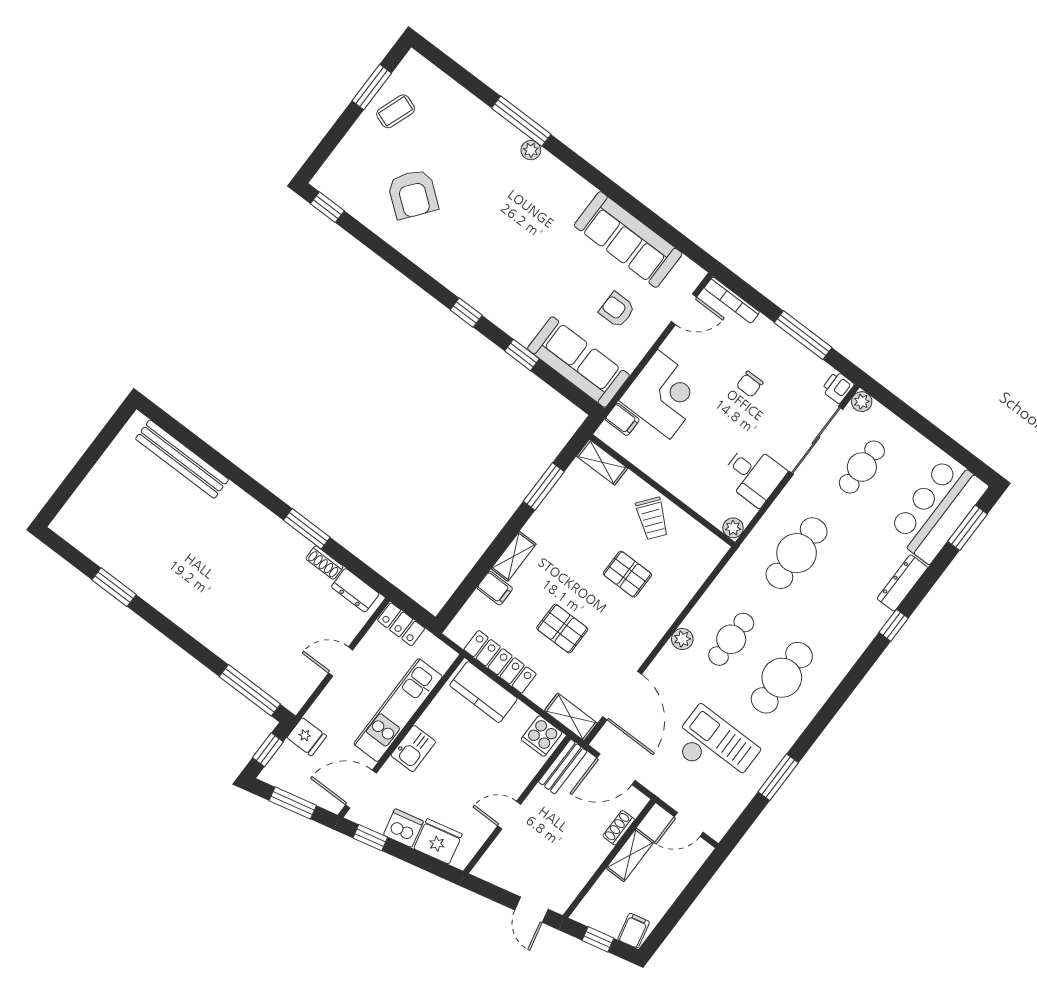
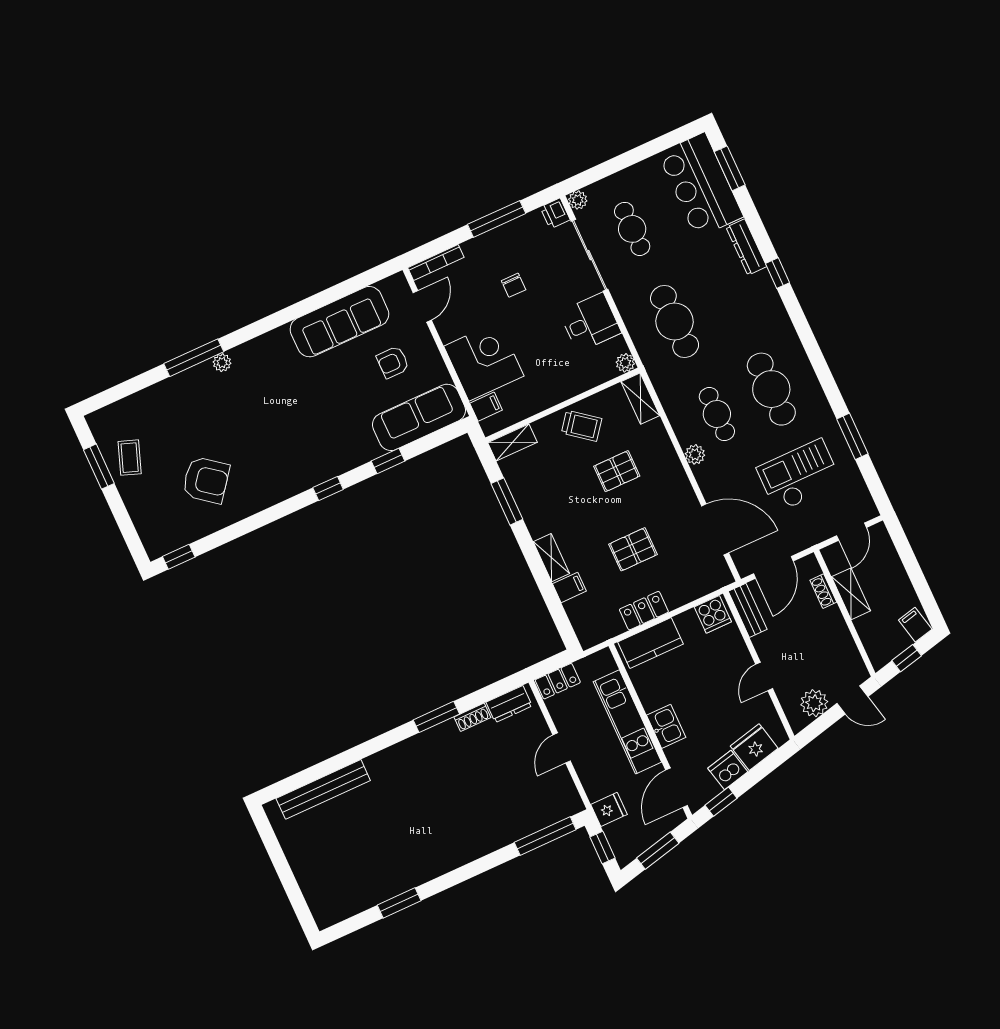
locker: (500, 662) -> (644, 611), width x0.66
shelving: (571, 717) -> (640, 399), moved, turned 90
plant: (509, 875) -> (814, 703), added

